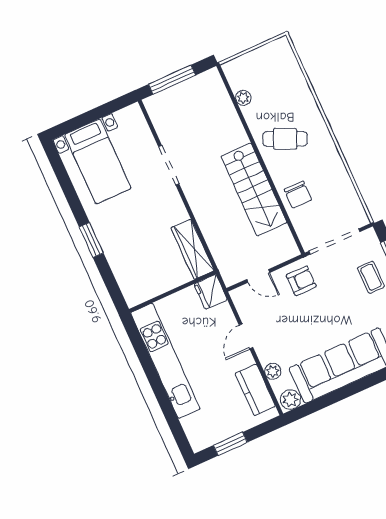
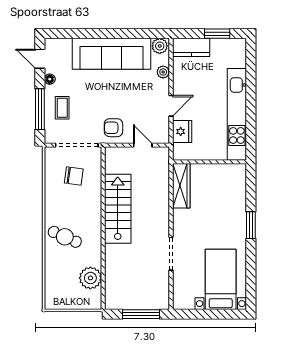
plant: (243, 98) -> (90, 278), width x1.88, depth x1.88
cafe table: (285, 139) -> (65, 237), moved
chair: (298, 195) -> (74, 176), moved, turned 98
fridge: (211, 292) -> (182, 131), moved
kitchen counter: (255, 390) -> (191, 47), moved, turned 90

